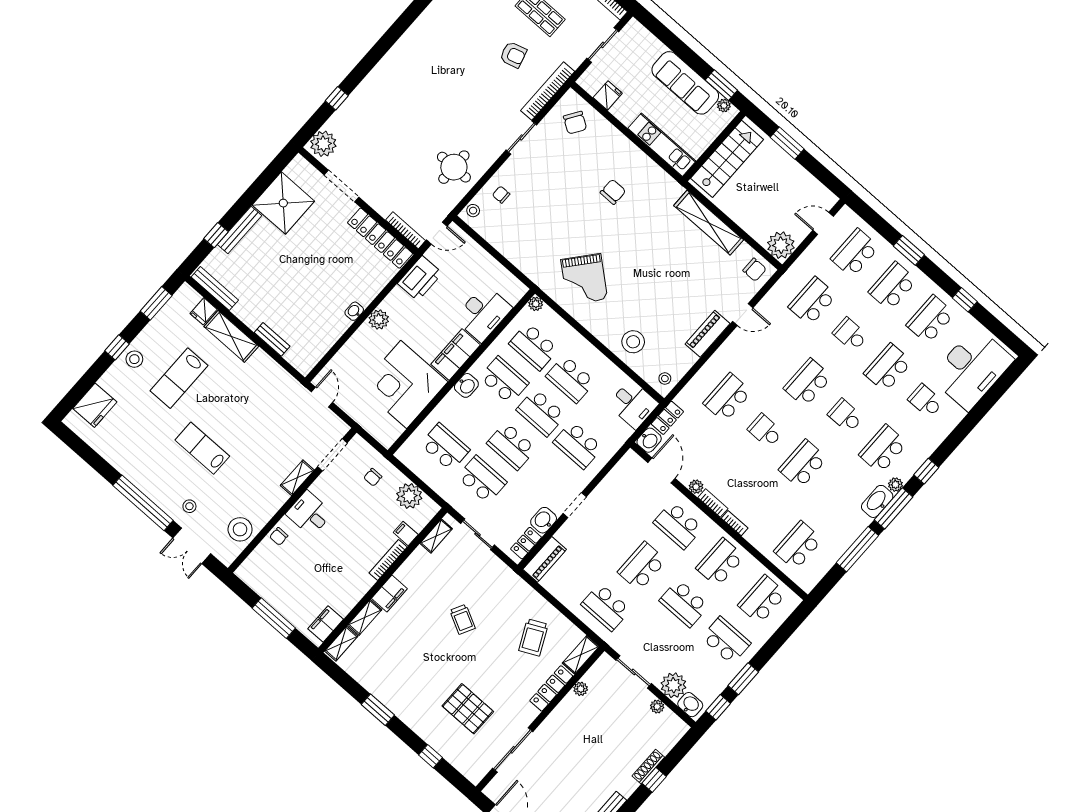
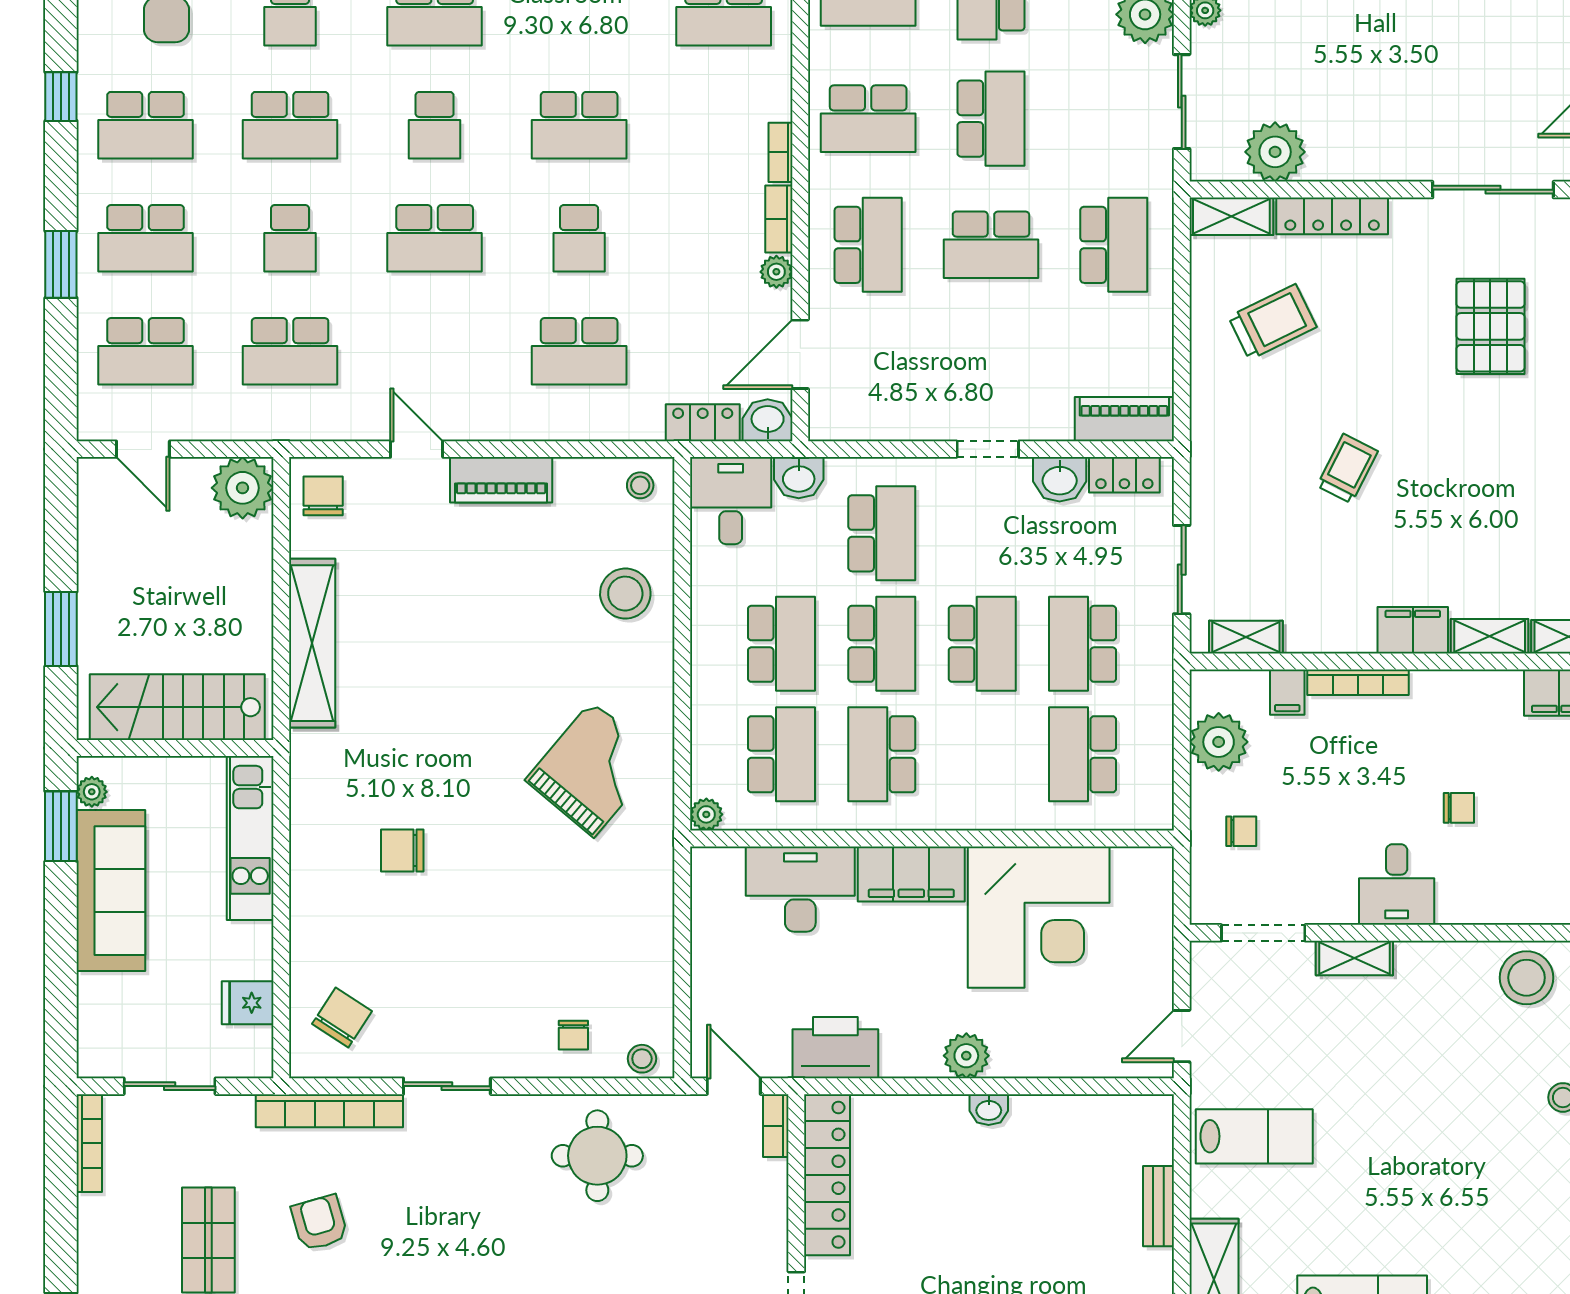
bookcase: (406, 230) -> (776, 1126), width x0.64
washbasin: (466, 385) -> (799, 478), moved, turned 180
lab bench: (202, 448) -> (1254, 1136), moved, turned -90
chair: (279, 536) -> (1459, 808), moved
plant: (581, 689) -> (1275, 152), width x1.87, depth x1.87

